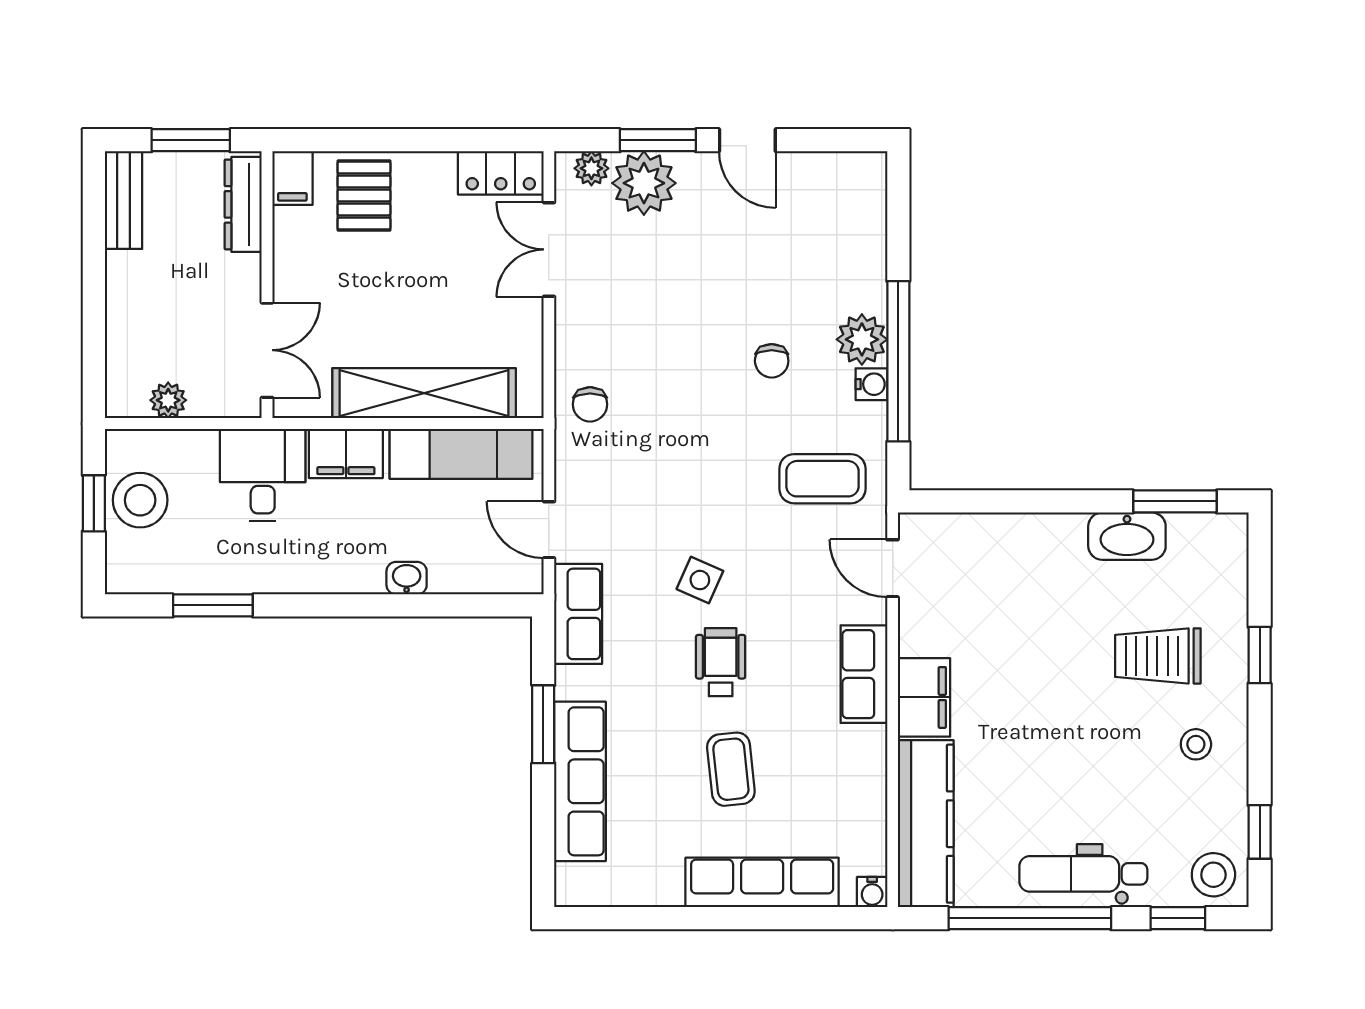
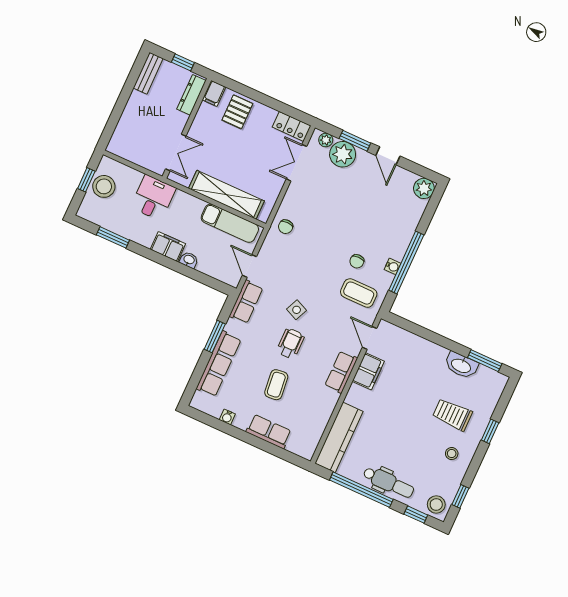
window: (191, 140) -> (183, 62), width x0.67
plant: (862, 339) -> (424, 188), moved
chair: (772, 361) -> (357, 261), moved
plant: (168, 400) -> (131, 154), removed
filing cabinet: (346, 453) -> (168, 247), moved, turned 180
filing cabinet: (924, 697) -> (368, 371), moved
dental chair: (1083, 874) -> (388, 482), turned 180
row of seats: (762, 882) -> (269, 432), width x0.68
water cooler: (872, 892) -> (227, 417), moved

